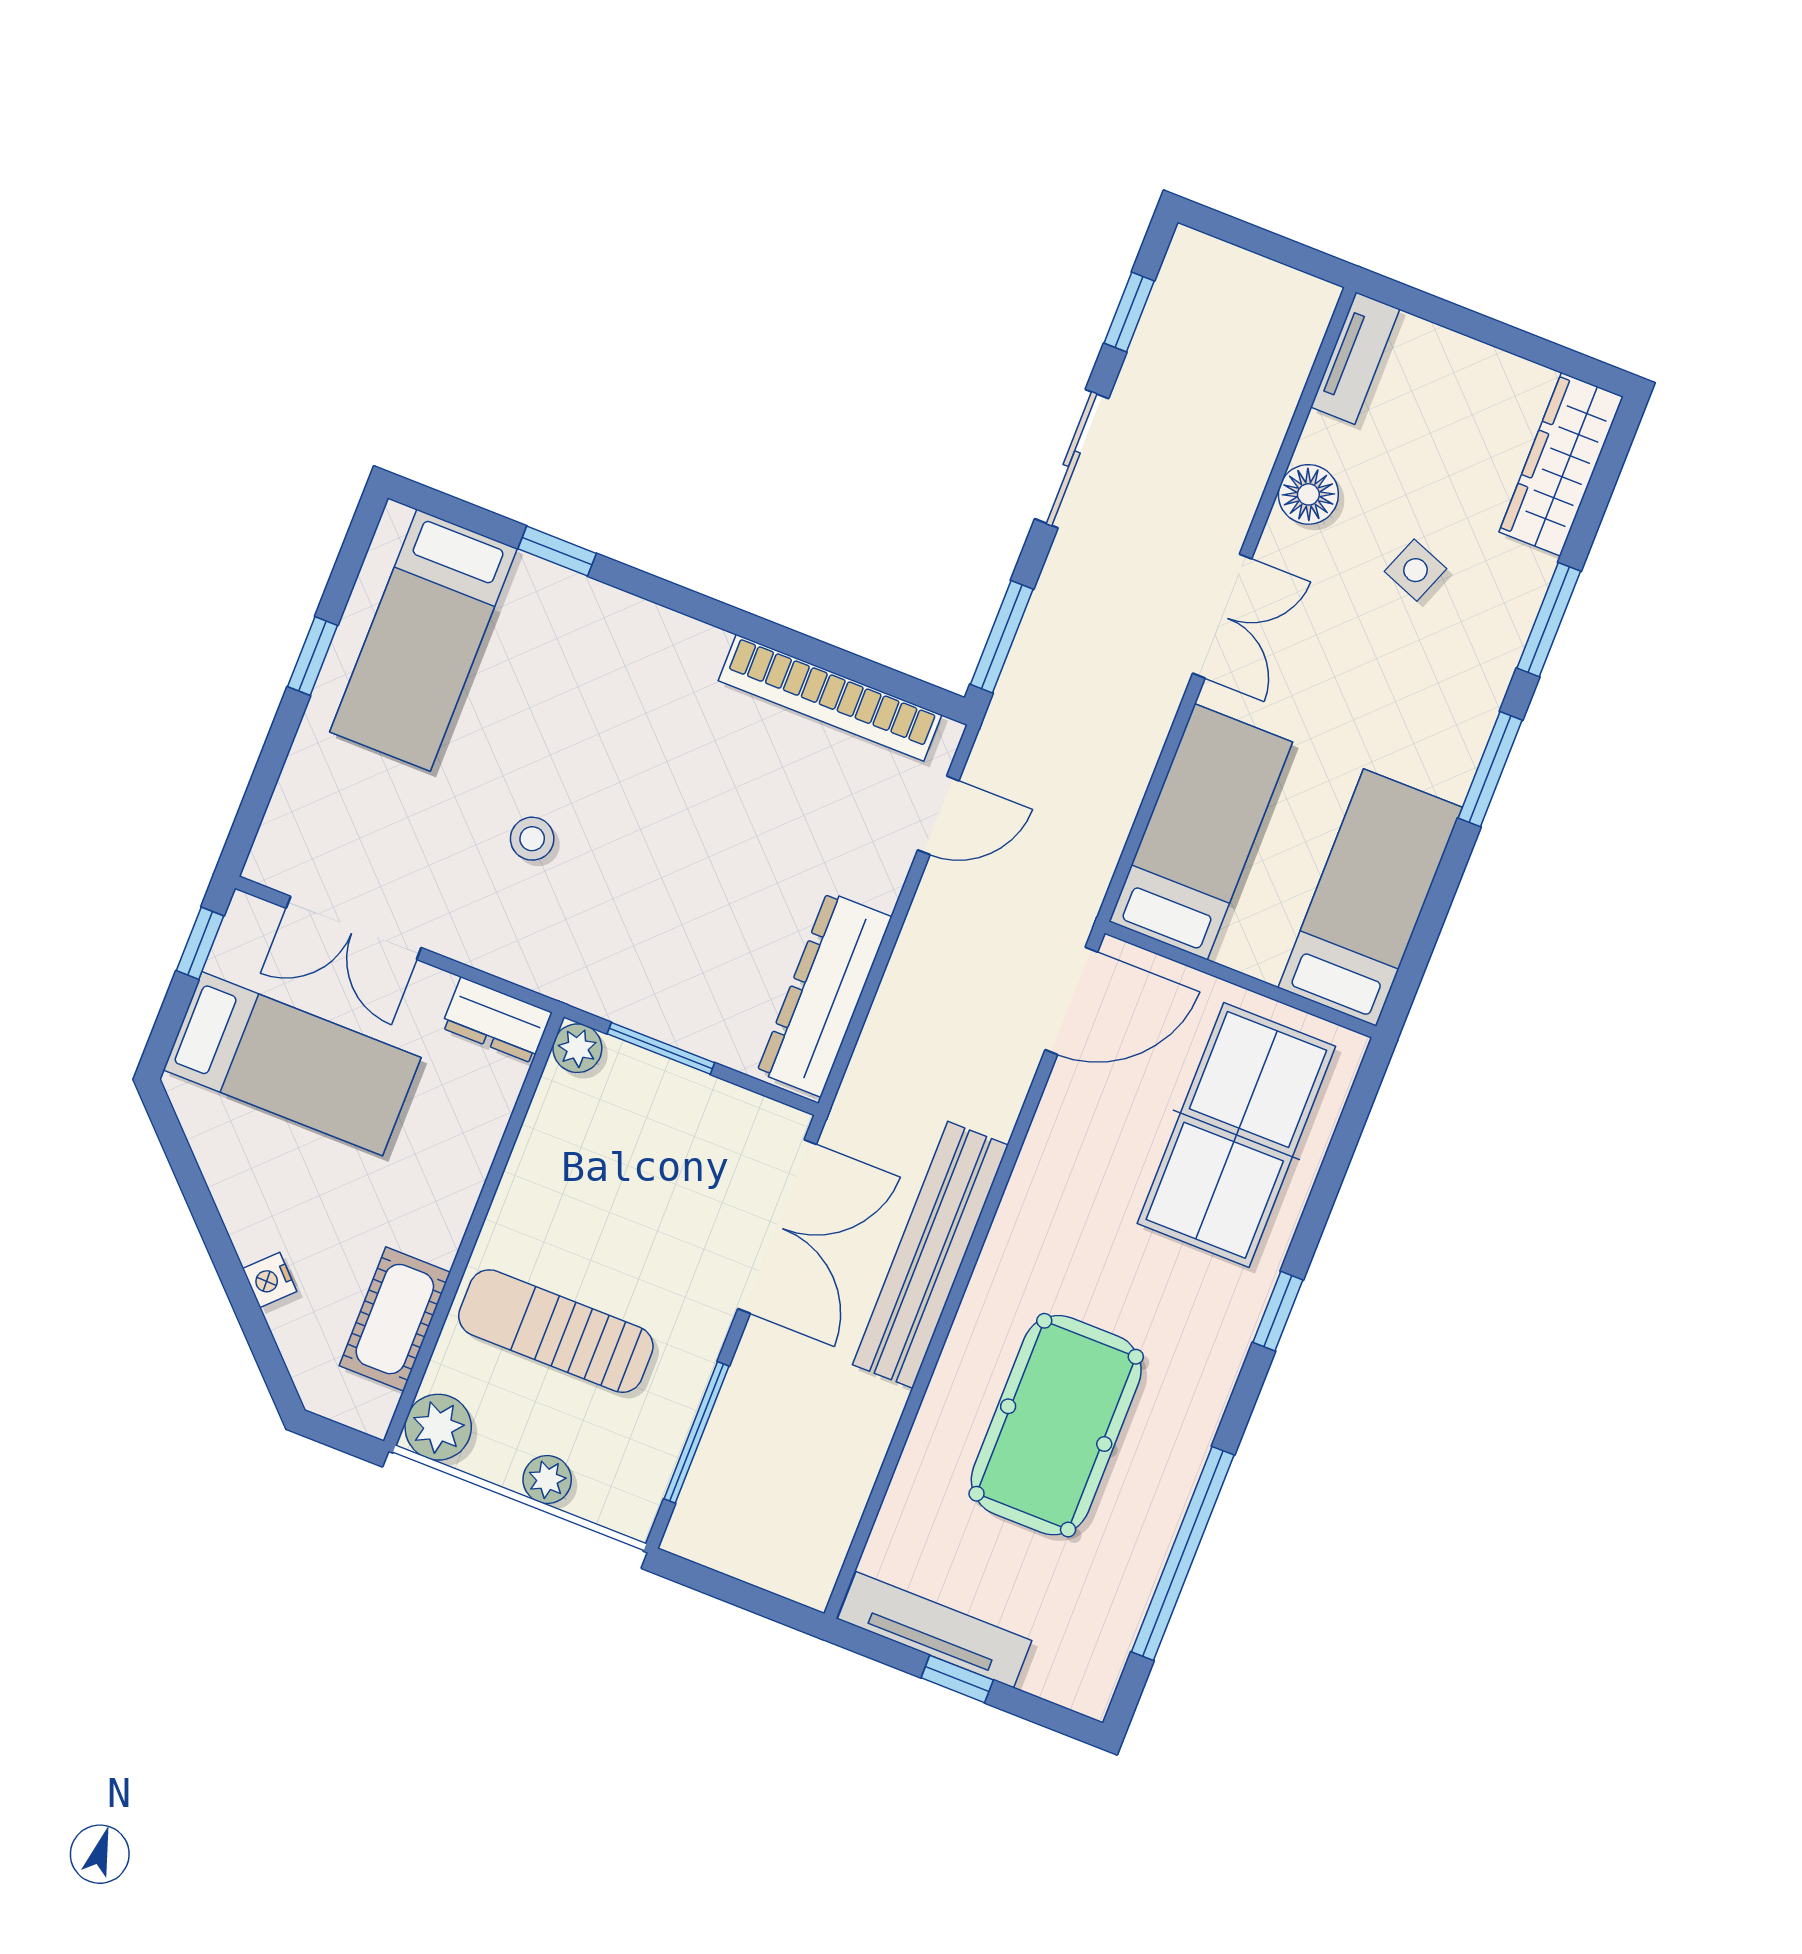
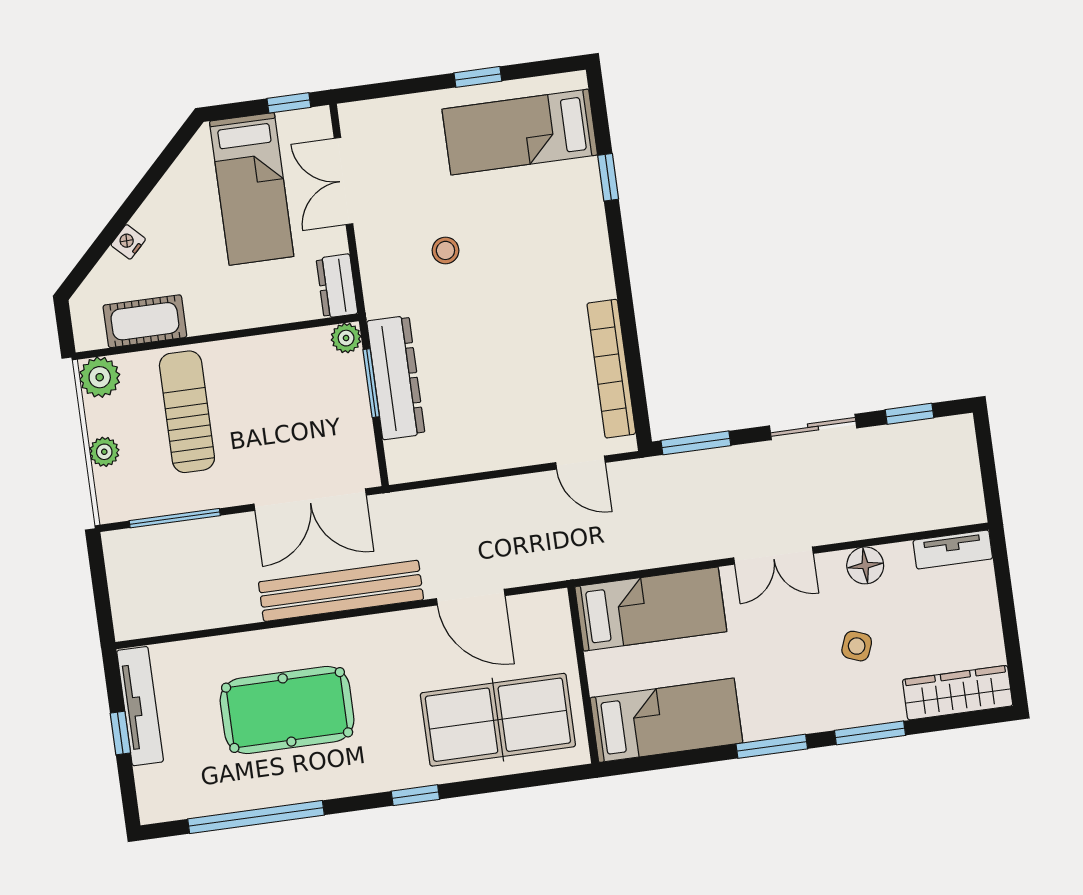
dresser: (824, 994) -> (396, 378), moved, turned 90
door: (1071, 1001) -> (471, 597), moved

